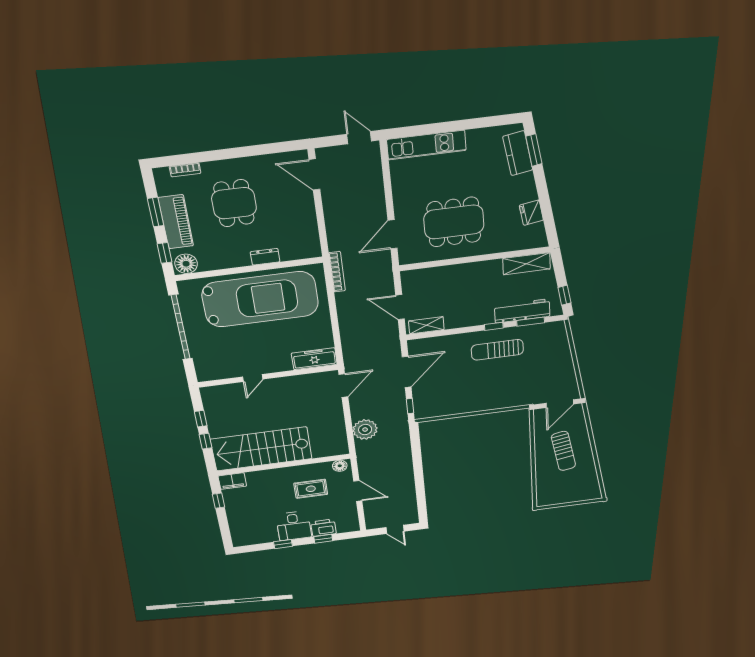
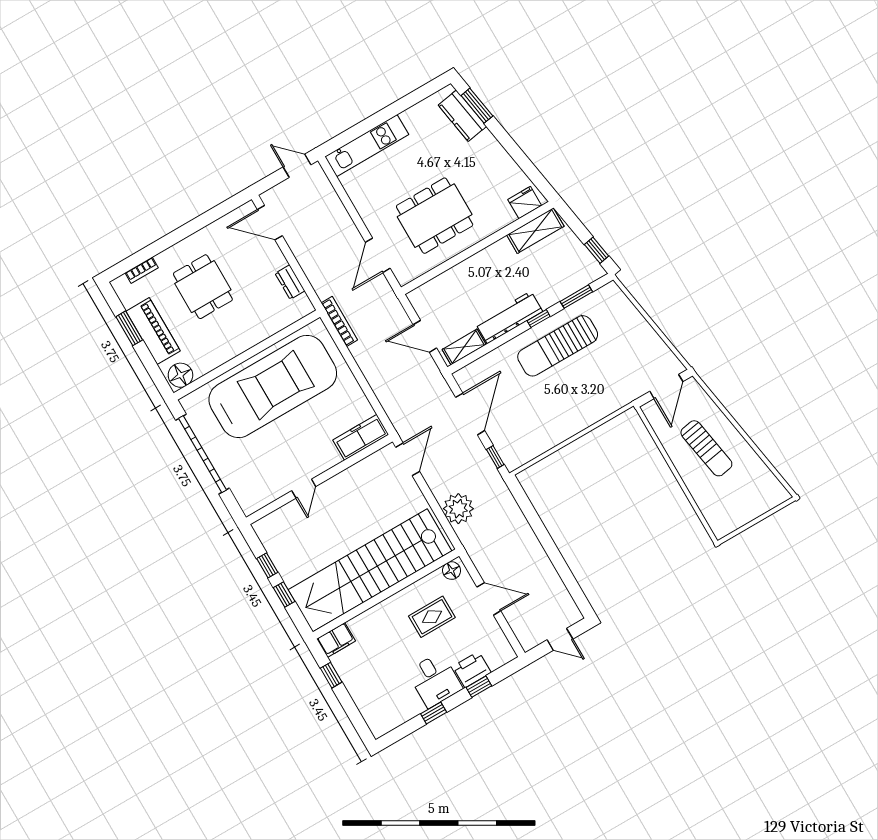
fridge: (531, 213) -> (525, 203), moved, turned 99
window: (164, 253) -> (154, 371), removed
dresser: (265, 257) -> (290, 282), moved, turned -90
workbench: (522, 311) -> (509, 317), moved
sun lounger: (497, 350) -> (558, 346), width x1.36, depth x1.34
stairs: (261, 449) -> (370, 570), width x1.36

